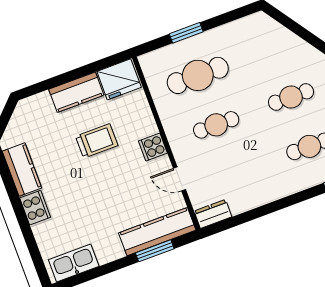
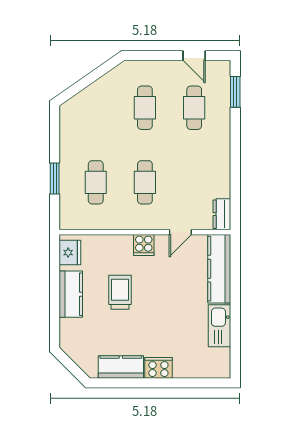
cafe table: (198, 75) -> (96, 182), width x0.73, depth x0.74
fridge: (119, 79) -> (70, 253), width x0.73, depth x0.75
window: (155, 251) -> (235, 277), removed
kitchen sink: (74, 263) -> (220, 326), moved

